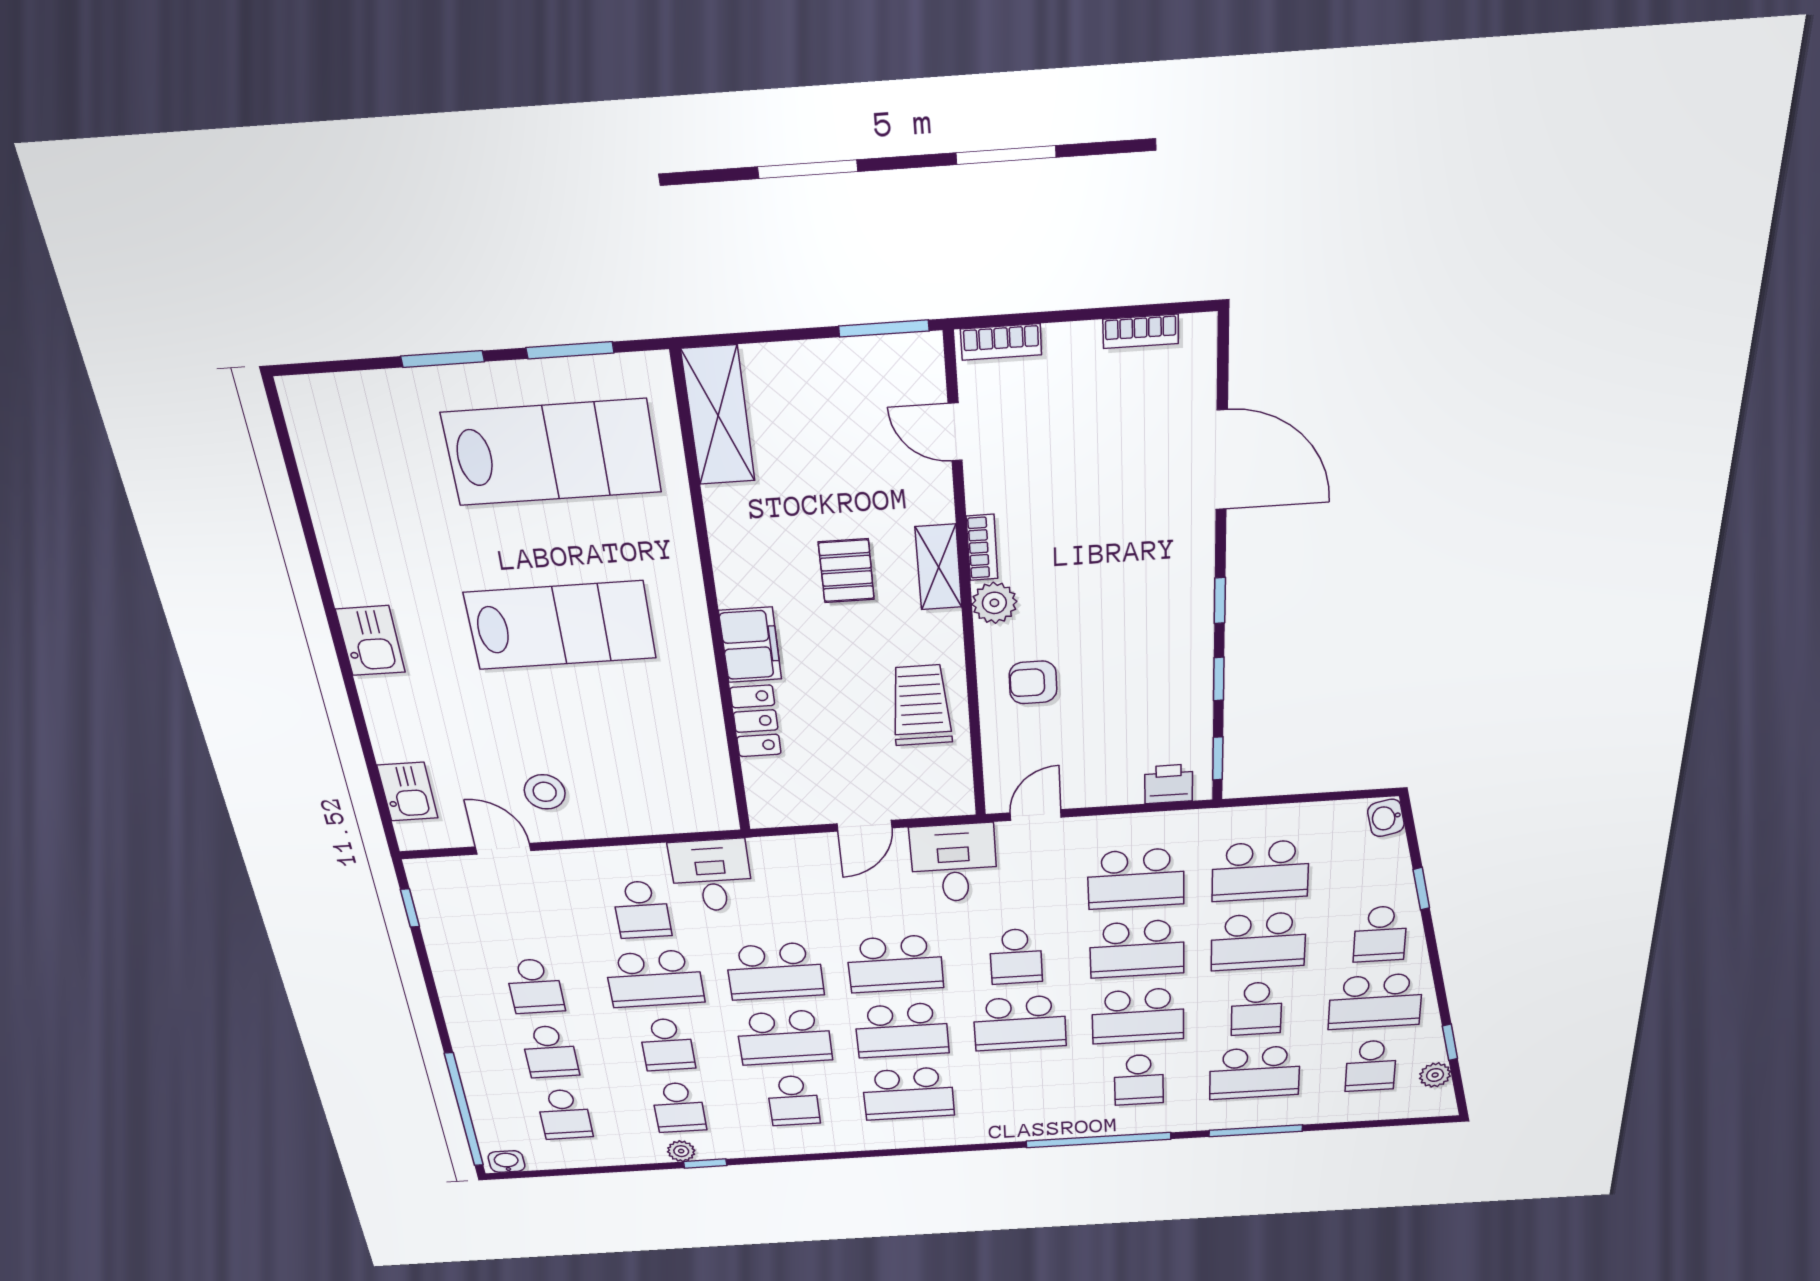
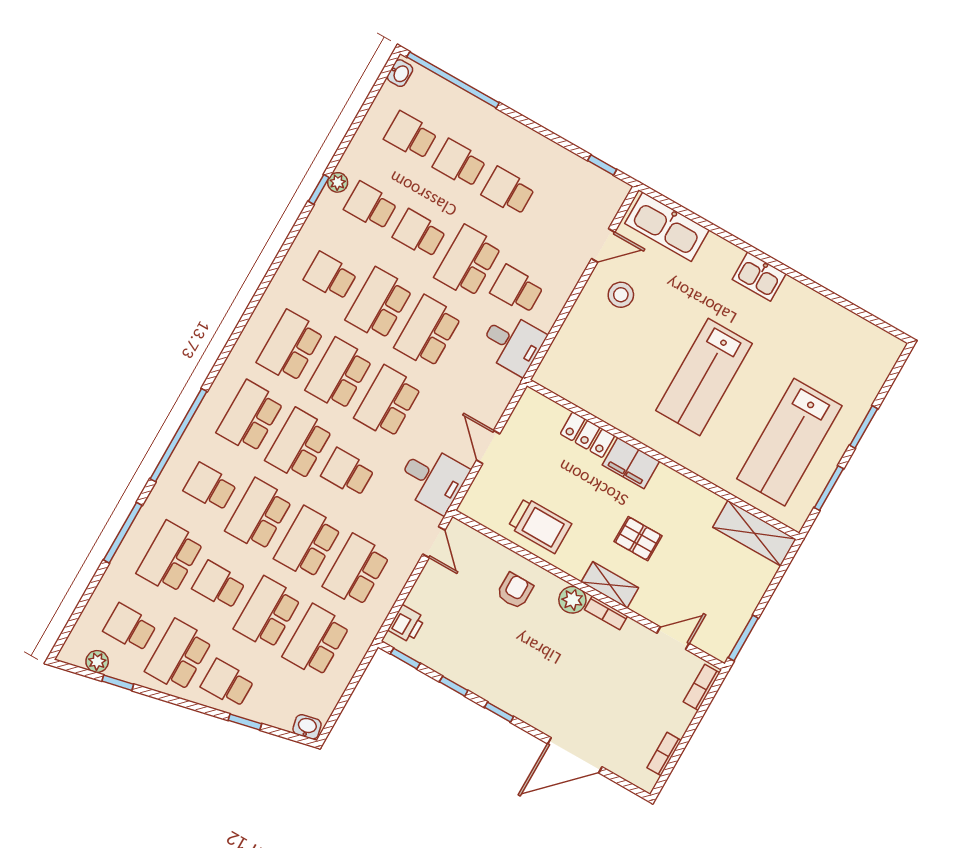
kitchen sink: (408, 792) -> (667, 227), width x1.87, depth x1.24
school desk: (1023, 1087) -> (250, 417), added

